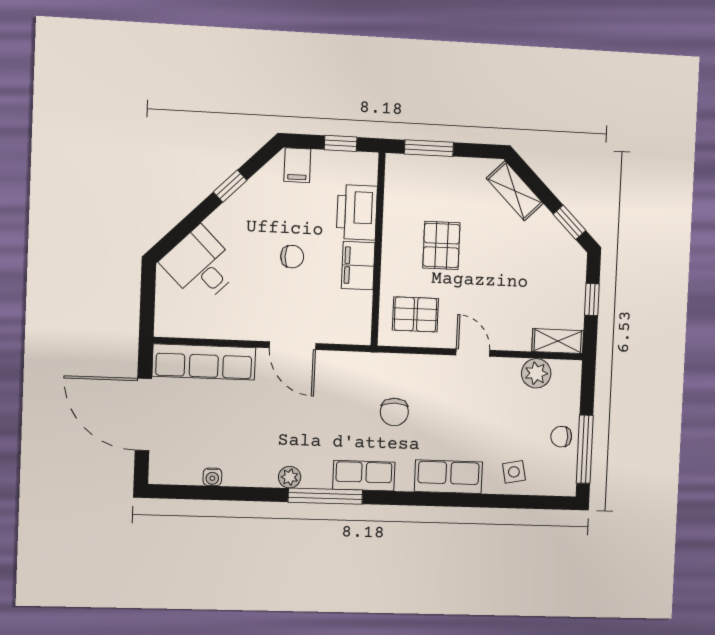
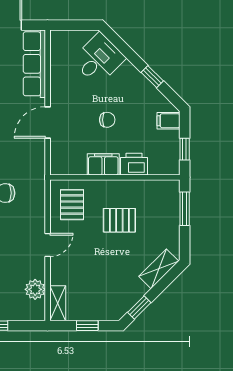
printer: (357, 212) -> (134, 164), width x0.73, depth x0.84
chair: (292, 257) -> (107, 120), turned -90

